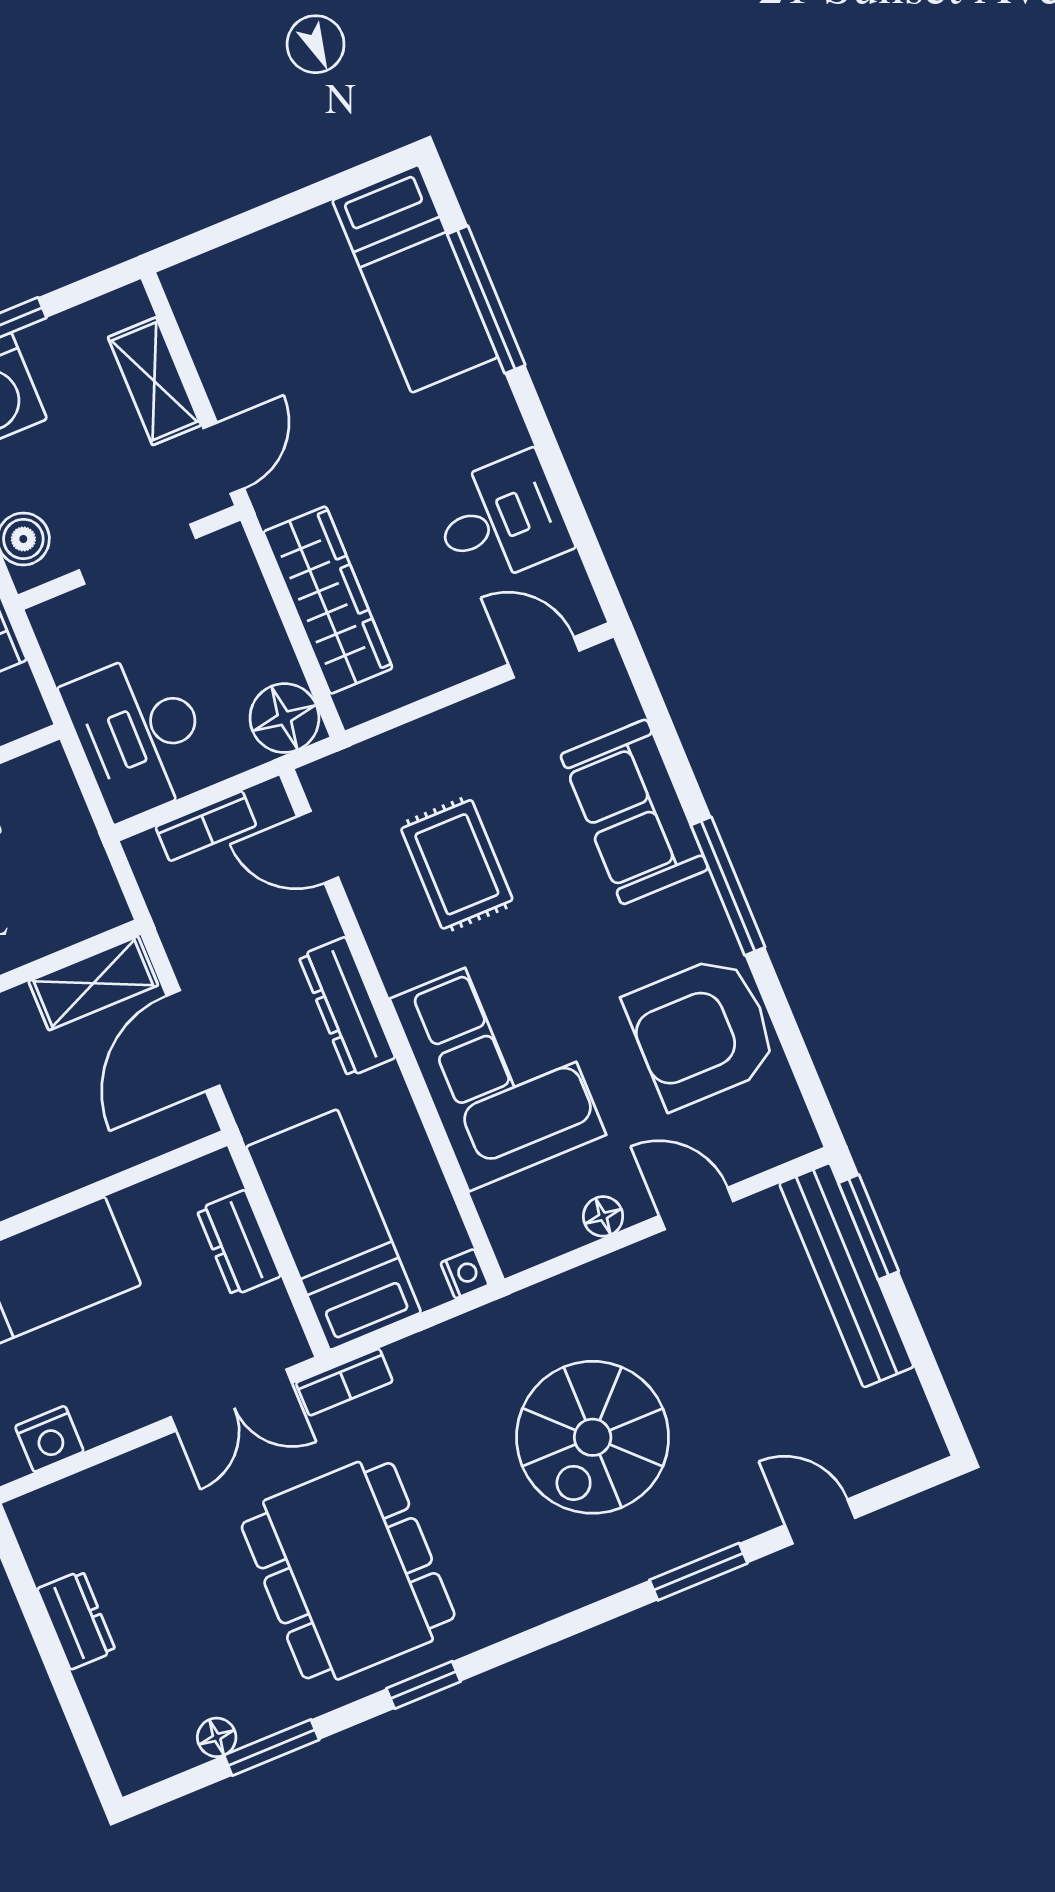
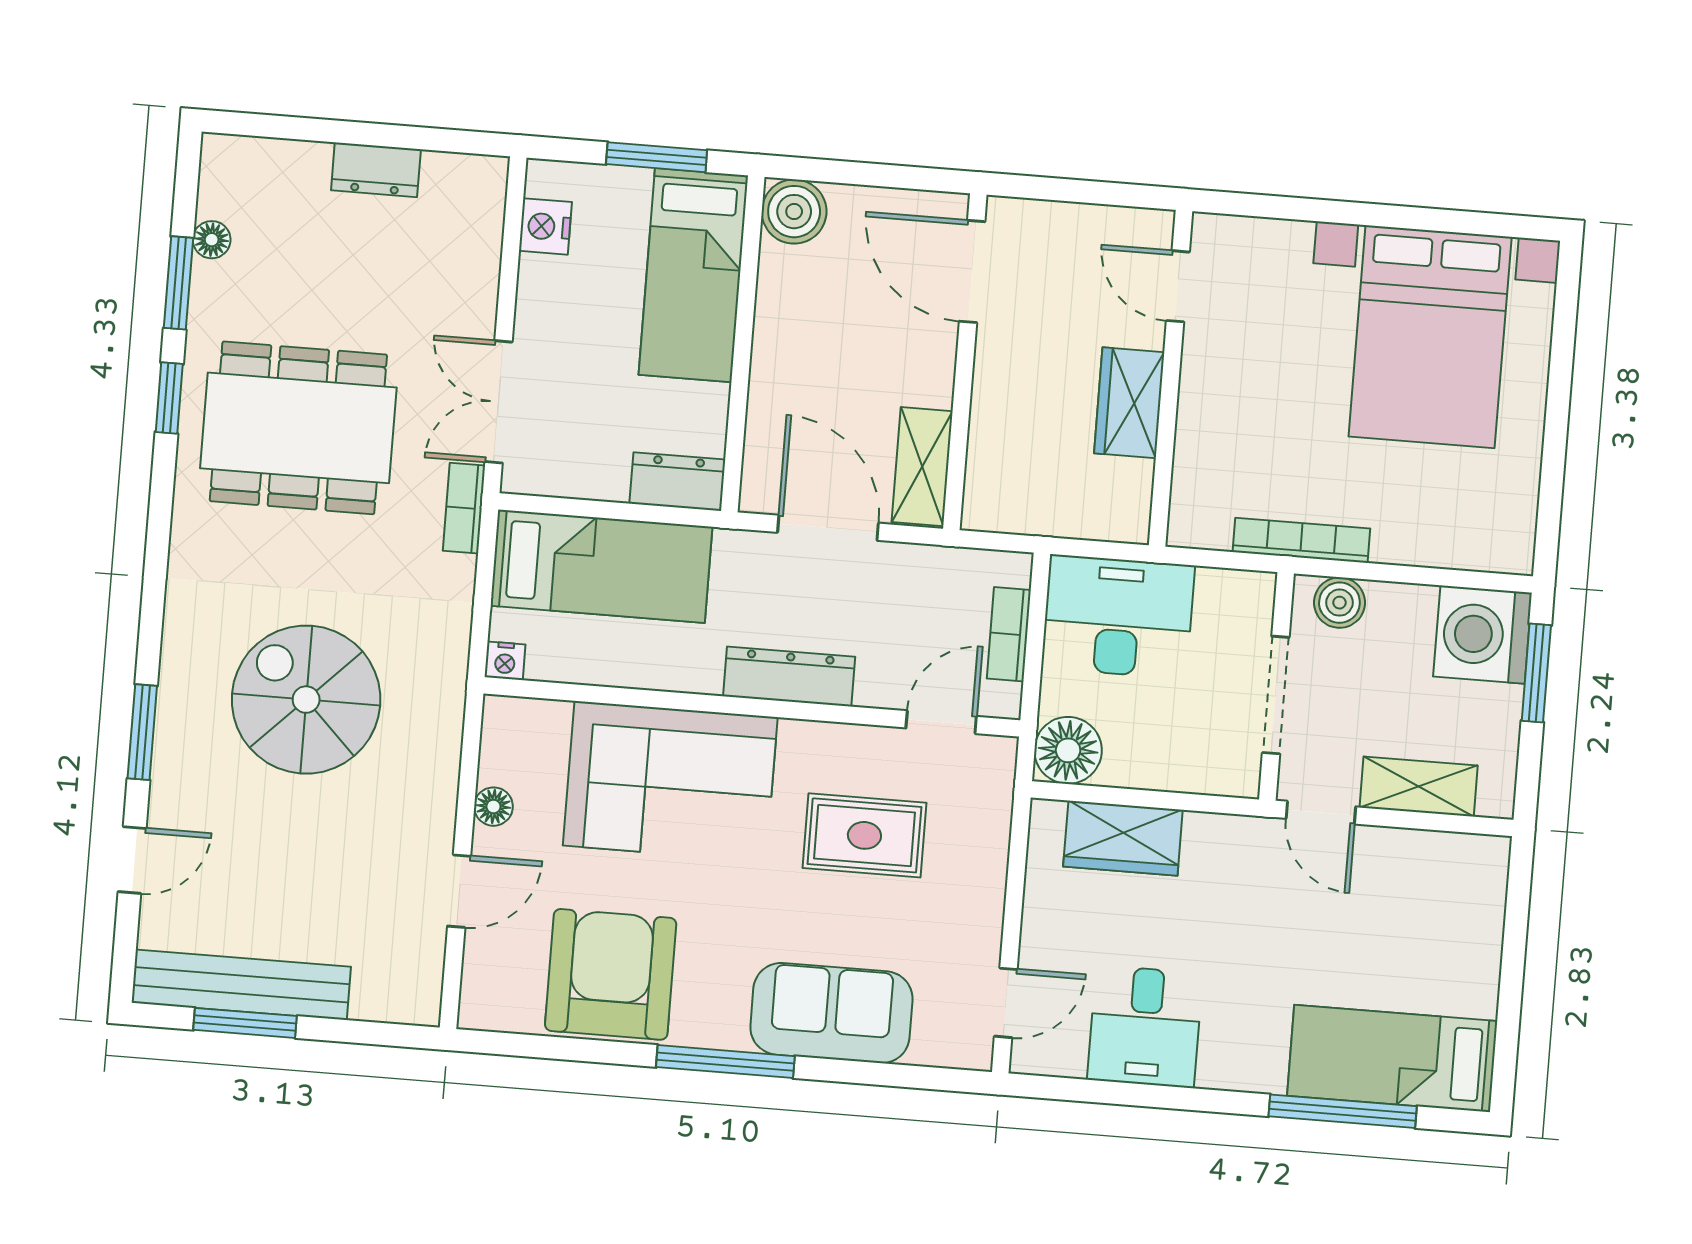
wardrobe: (328, 600) -> (1123, 838), width x0.67
window: (869, 1227) -> (245, 1023), moved
dresser: (239, 1243) -> (677, 482), moved
bench: (847, 1275) -> (241, 985), moved
window: (423, 1685) -> (169, 398), moved

